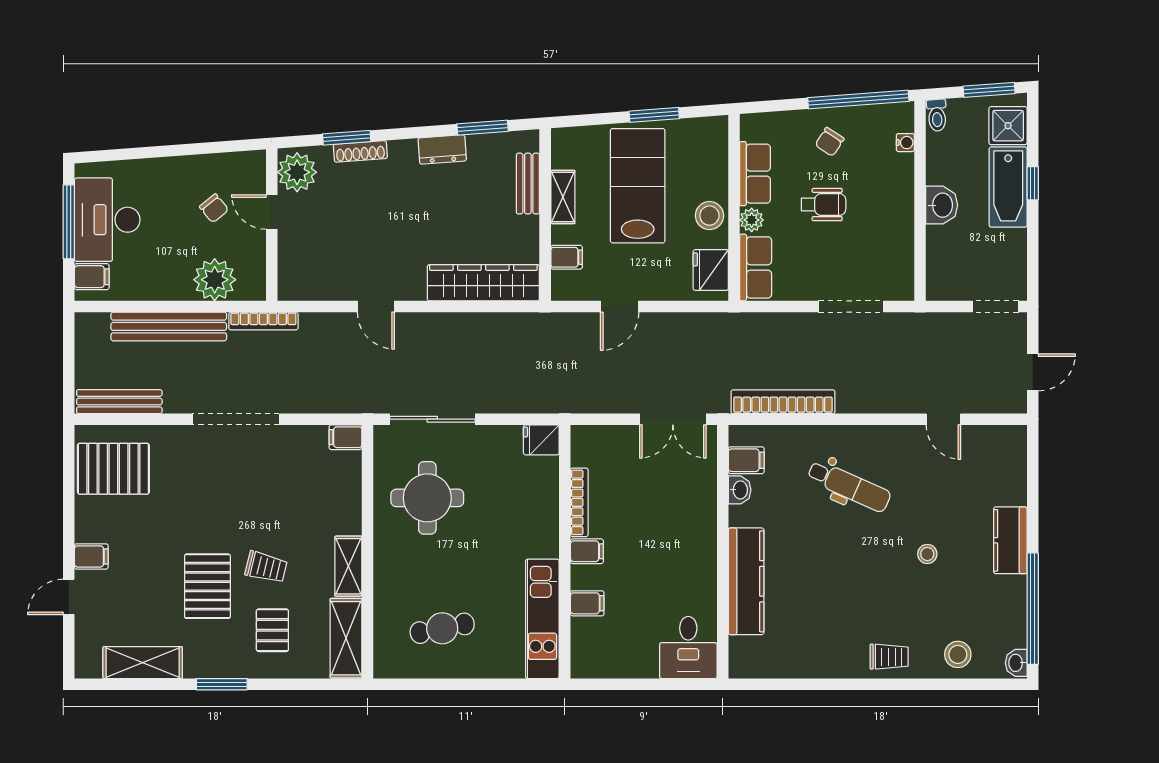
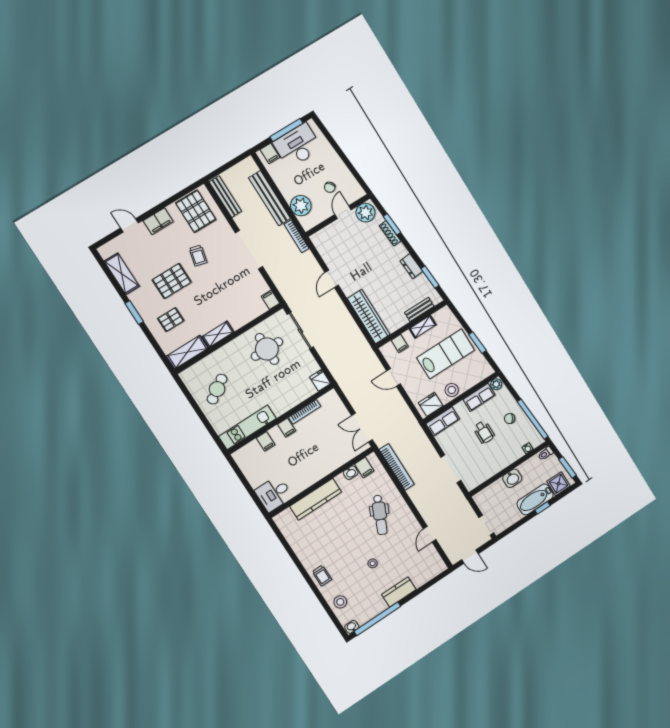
plant: (752, 220) -> (496, 384), moved
filing cabinet: (91, 556) -> (158, 221), width x2.00
trolley: (266, 567) -> (198, 256), moved
cafe table: (442, 628) -> (217, 389), turned 67

